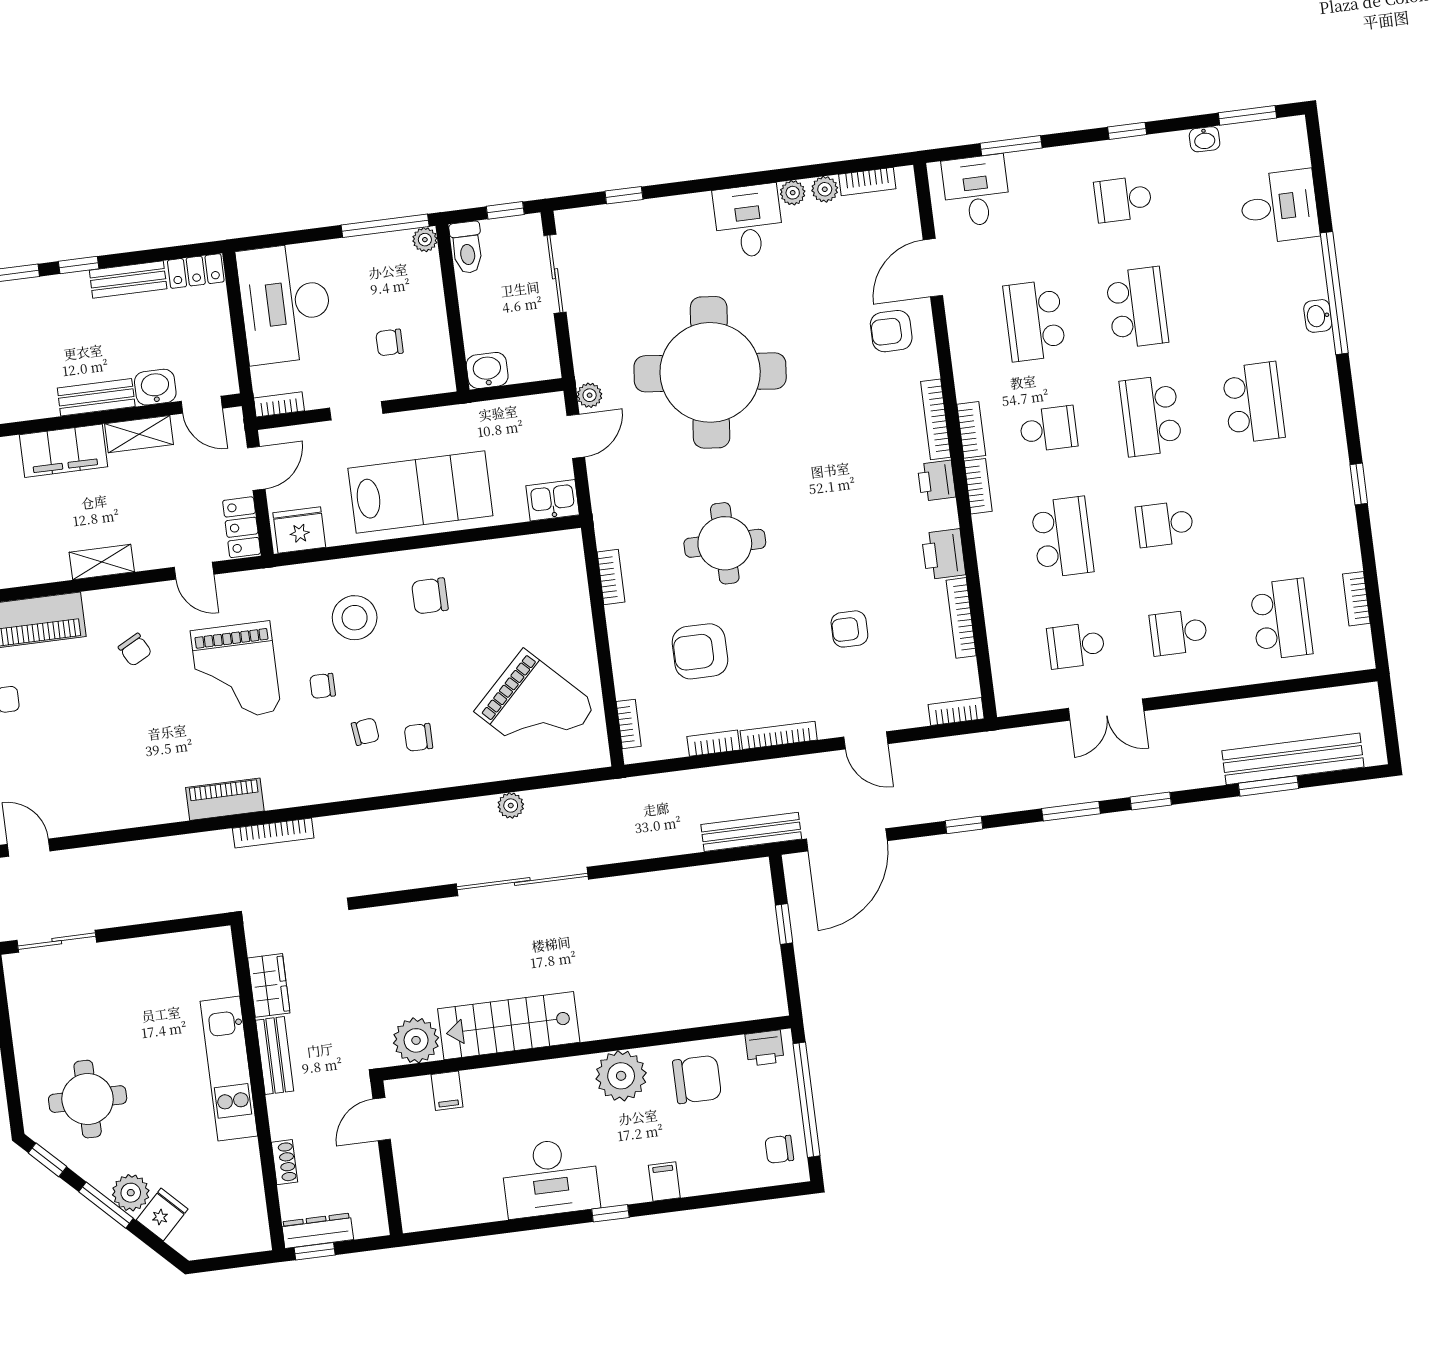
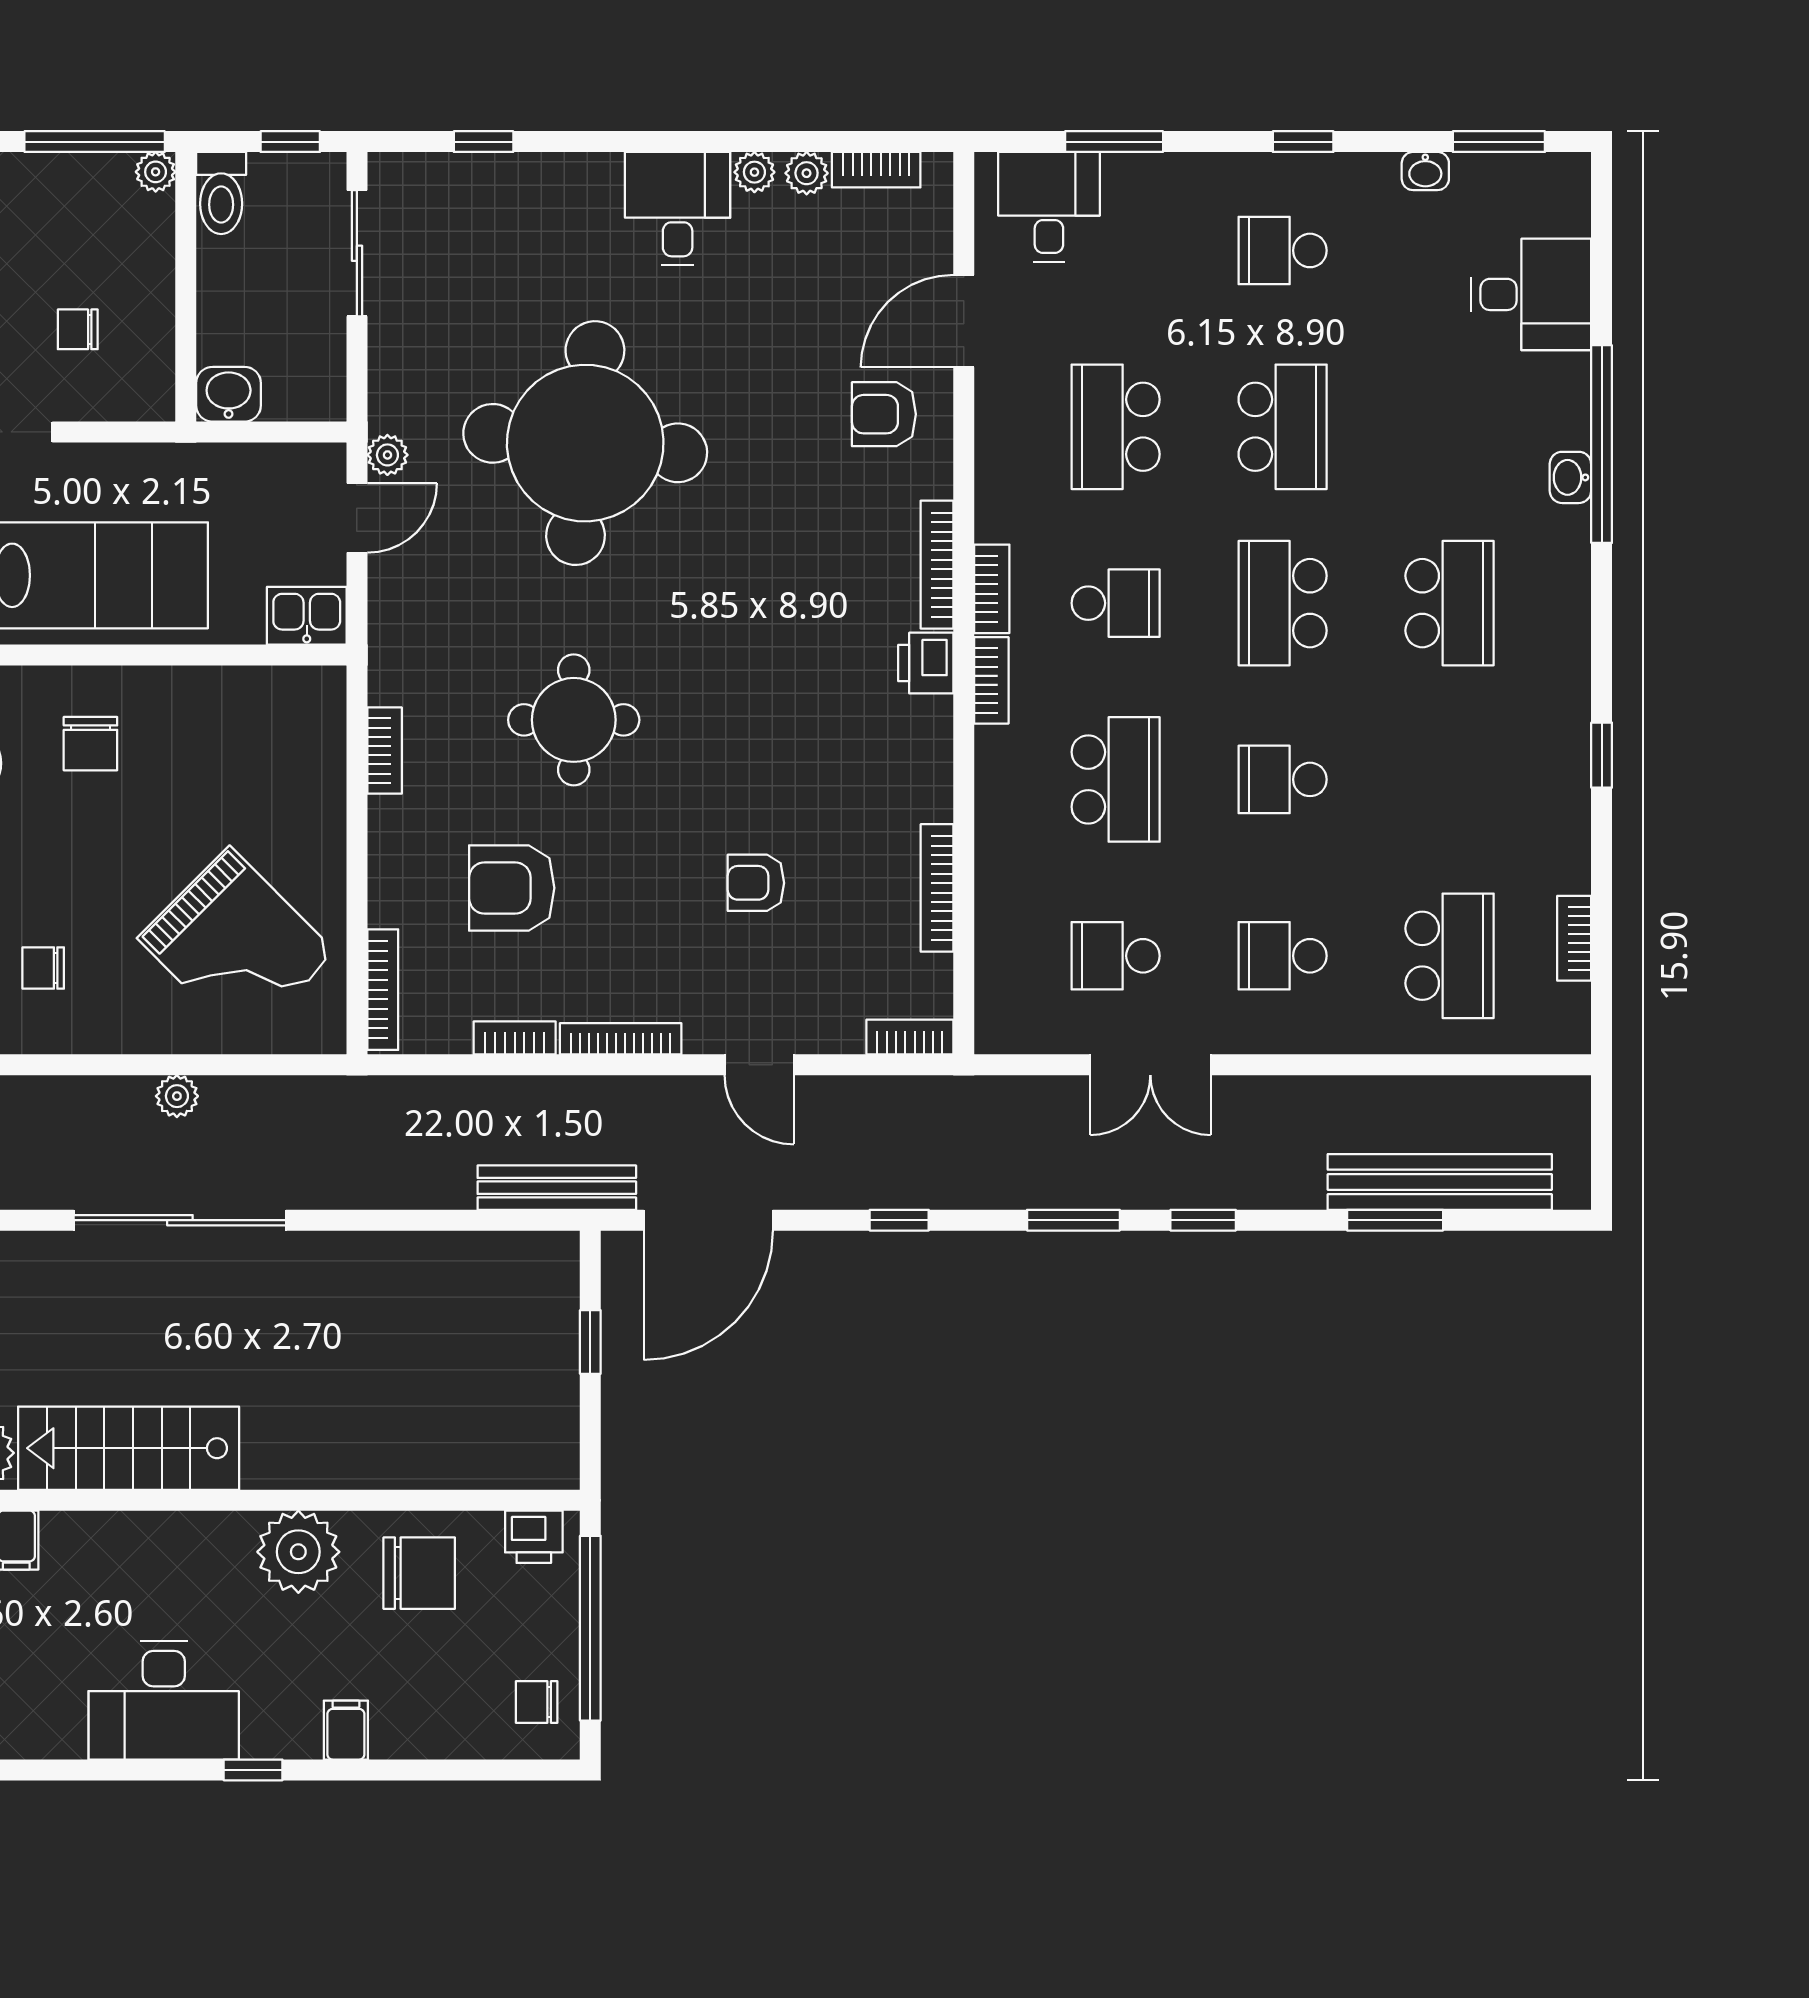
printer: (944, 554) -> (922, 782), removed
chair: (430, 596) -> (90, 744), turned -90
bookcase: (629, 724) -> (383, 990), width x1.56

